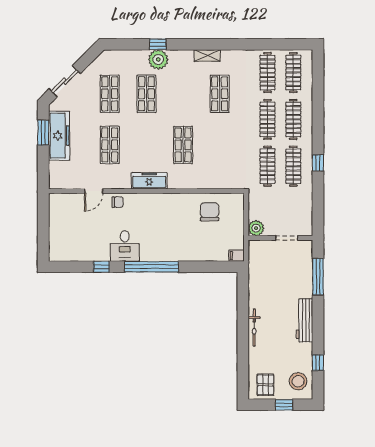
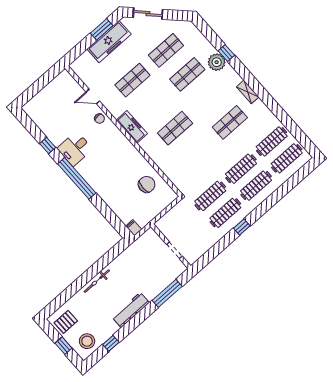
plant: (256, 228) -> (163, 224), removed

